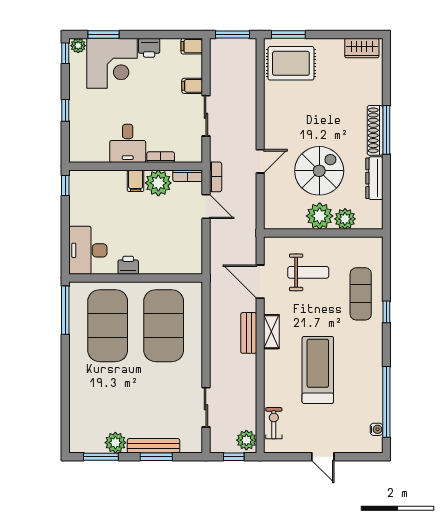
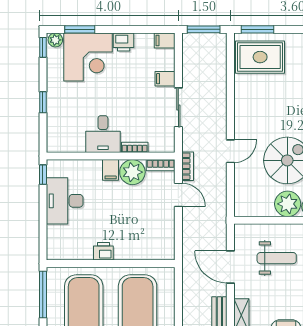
desk: (88, 250) -> (65, 201), moved

